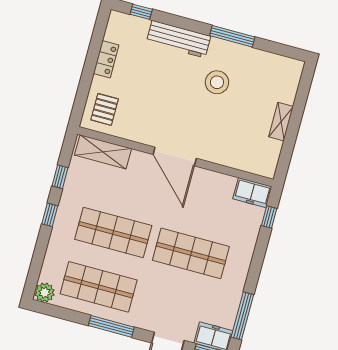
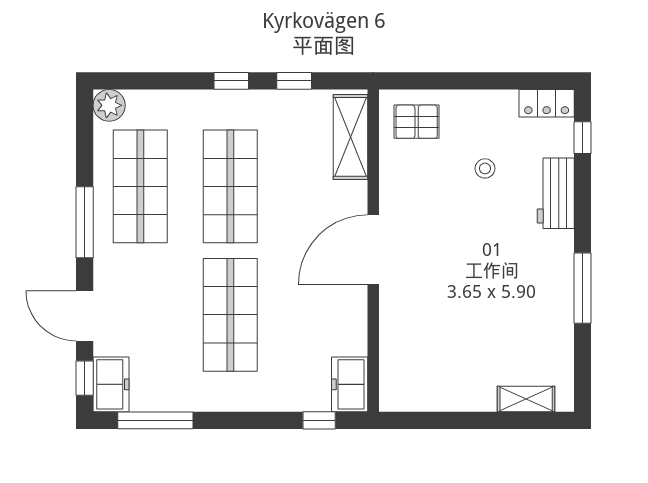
workbench: (179, 39) -> (556, 193), width x0.73
locker: (106, 59) -> (547, 103), moved
stool: (217, 82) -> (485, 168), moved, width x0.53, depth x0.53
shelving: (281, 122) -> (526, 399), moved

